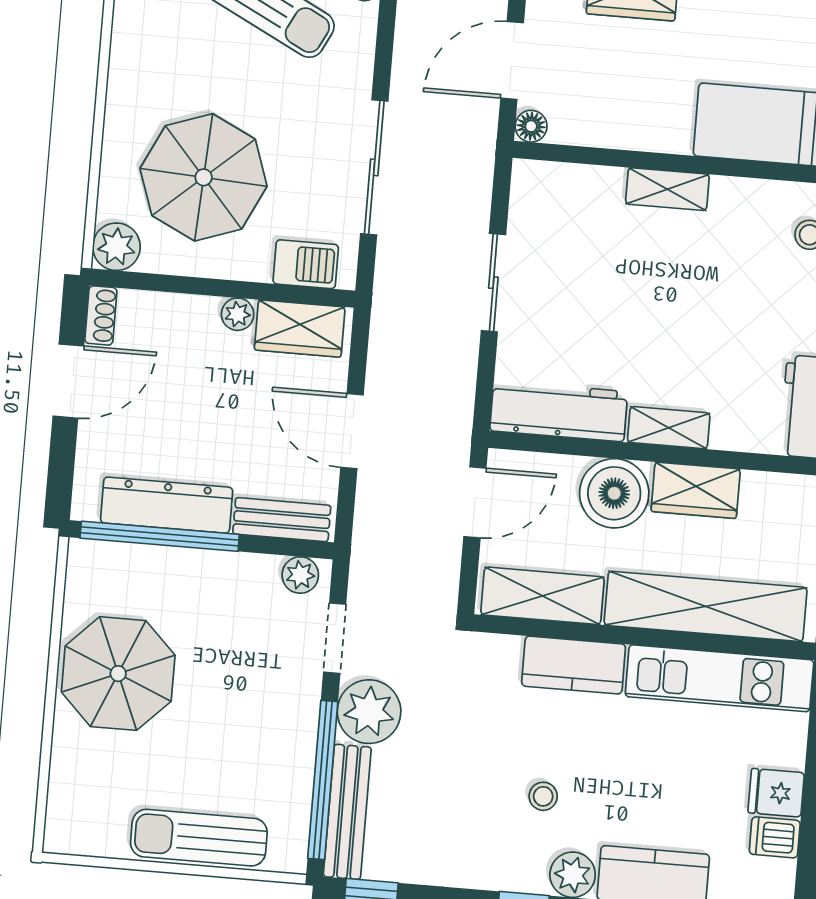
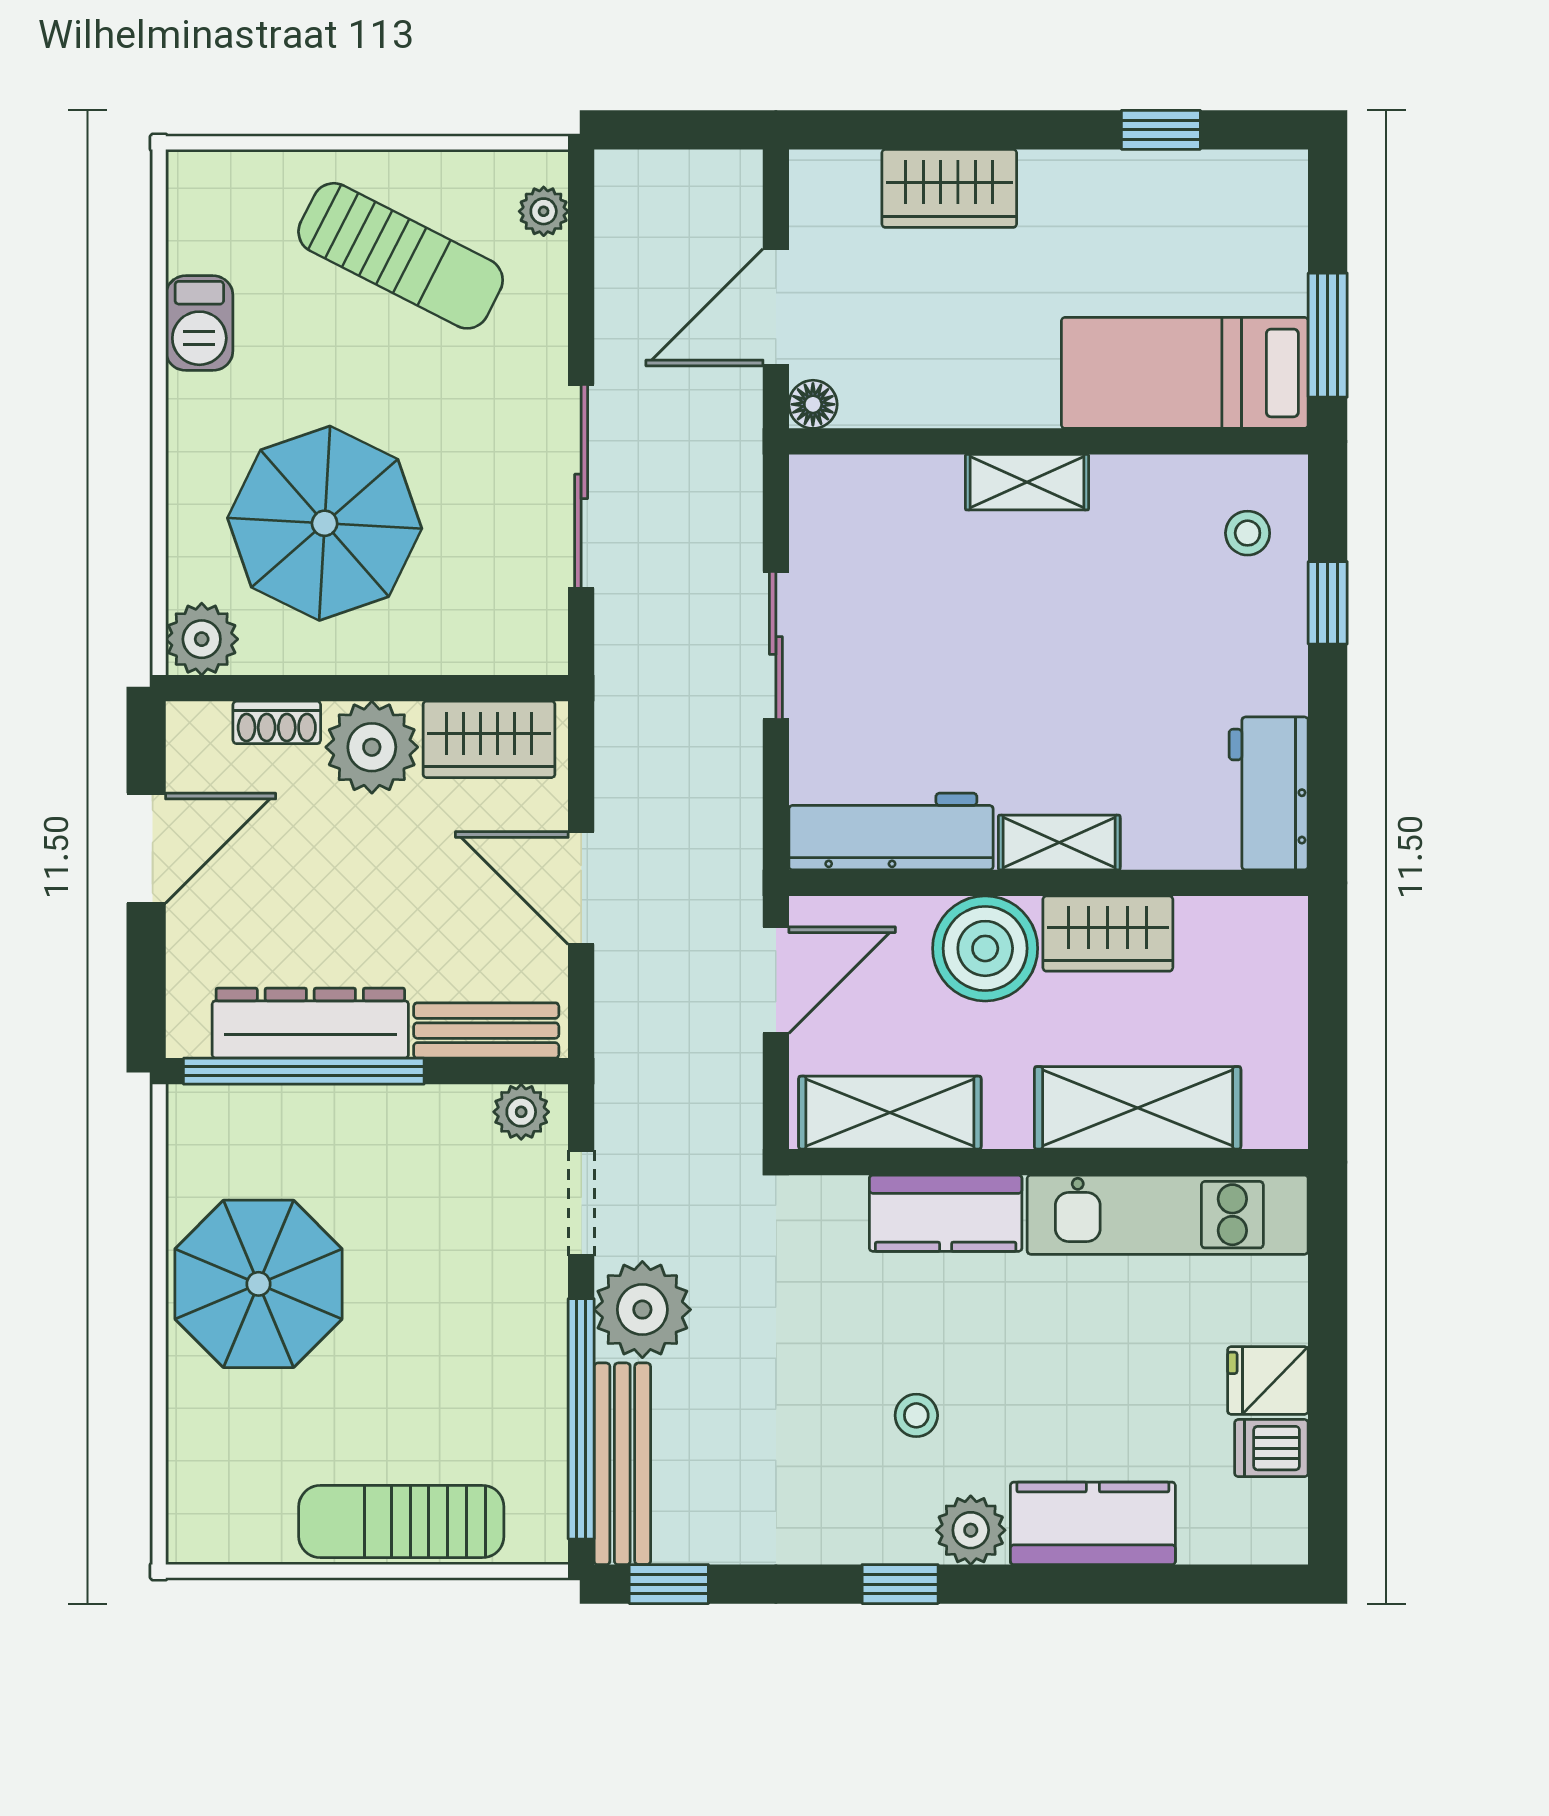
barbecue: (306, 264) -> (199, 323), moved, turned 90
plant: (238, 314) -> (372, 747), width x1.87, depth x1.87
shoe rack: (101, 315) -> (277, 722), moved, turned 90
shelving: (706, 606) -> (1138, 1108), width x0.68

